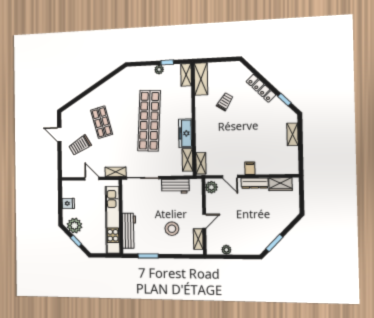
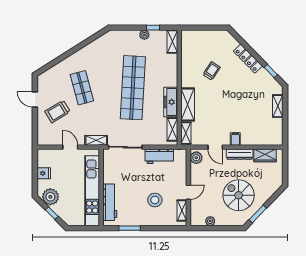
shelving: (201, 79) -> (188, 105), moved
spiral stairs: (254, 224) -> (239, 195), added

